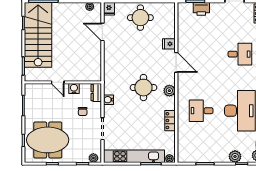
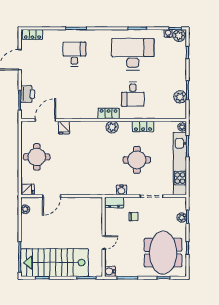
door: (176, 62) -> (45, 120), moved
locker: (182, 87) -> (109, 114), added
round table: (143, 88) -> (137, 160), moved
water cooler: (74, 89) -> (110, 271), moved
plant: (235, 157) -> (180, 97), moved
plant: (93, 158) -> (182, 218), moved

